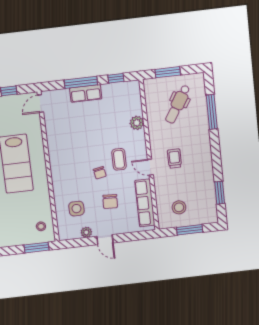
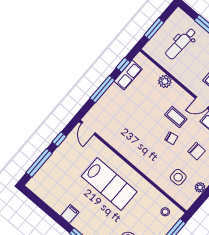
row of seats: (86, 93) -> (128, 75), moved
dental chair: (178, 104) -> (181, 44), turned 61

